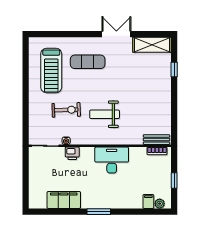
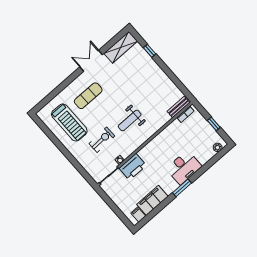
printer: (72, 153) -> (133, 167), width x1.87, depth x1.48
desk: (112, 160) -> (184, 168), moved, turned 180
filing cabinet: (148, 201) -> (138, 215), moved

